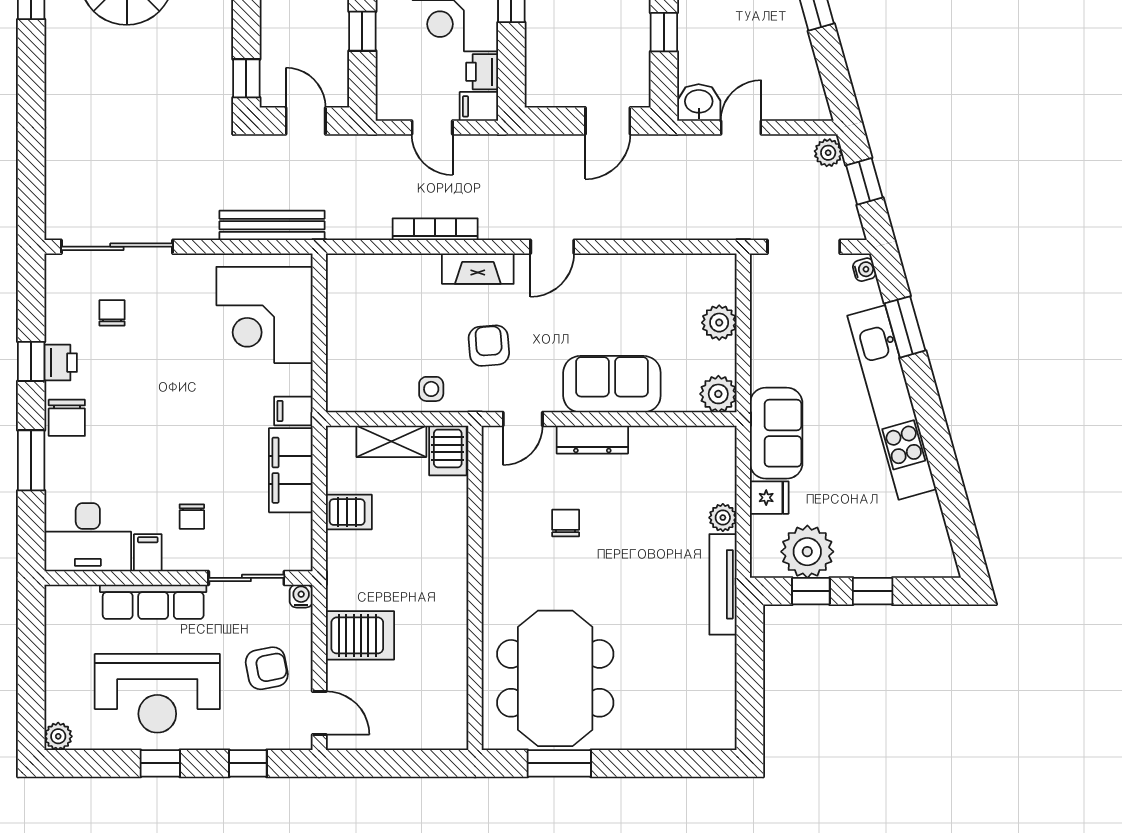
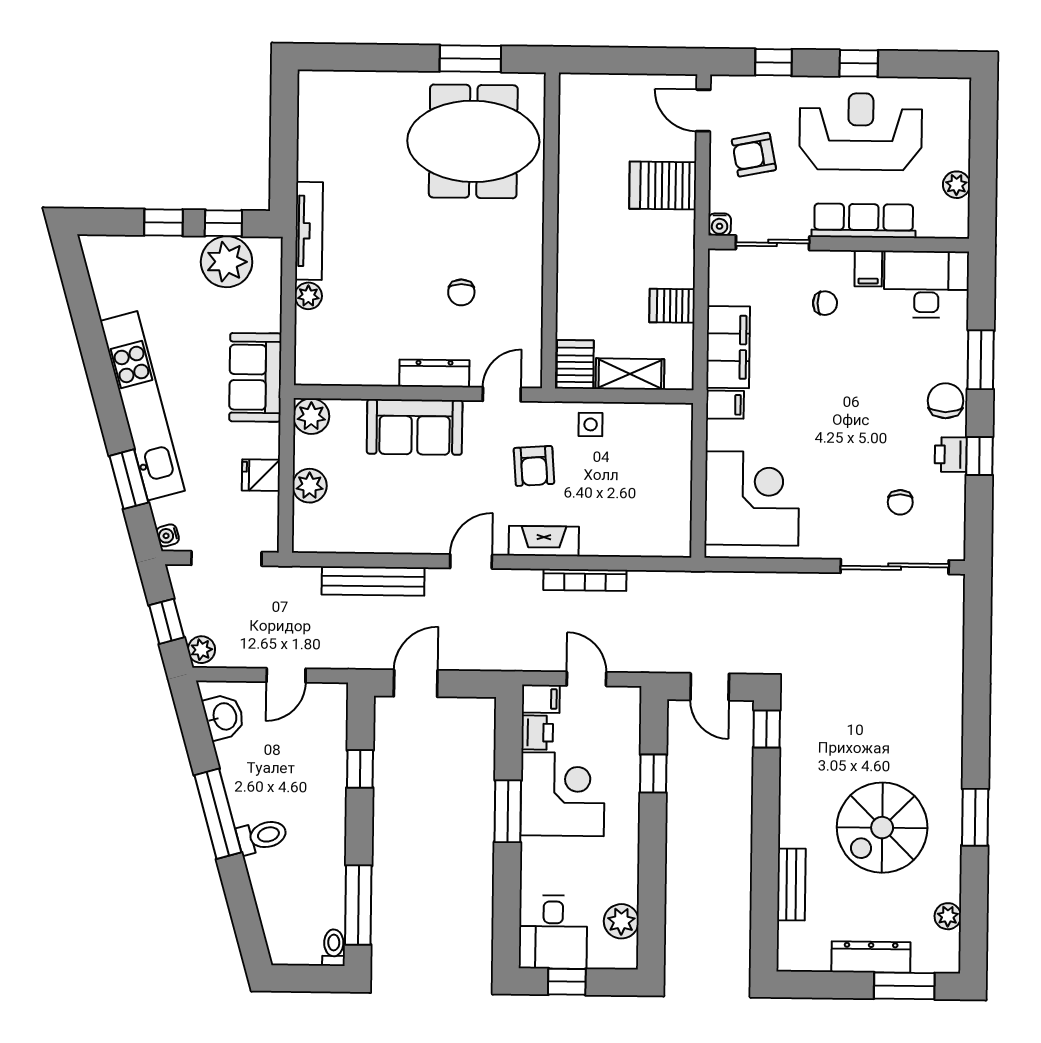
washbasin: (699, 102) -> (224, 717), moved, turned -106
bench: (272, 225) -> (373, 581), moved
fridge: (769, 498) -> (261, 475), moved
chair: (192, 517) -> (825, 303), turned 90
meeting table: (555, 678) -> (473, 141), turned 90
plant: (58, 736) -> (956, 185), moved

